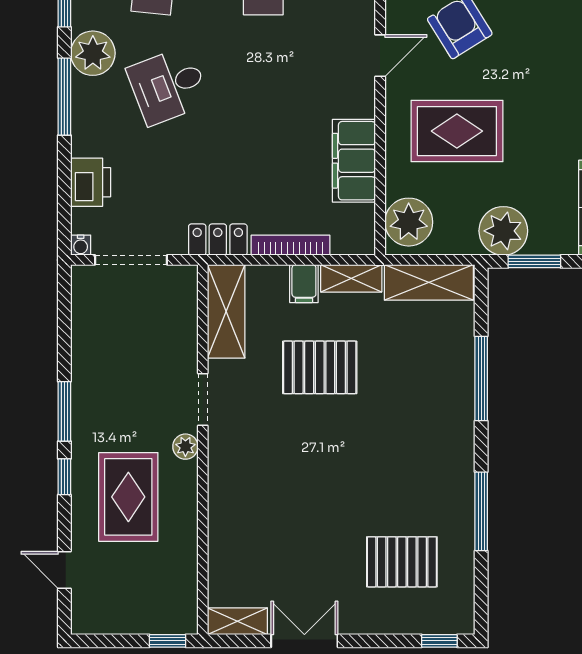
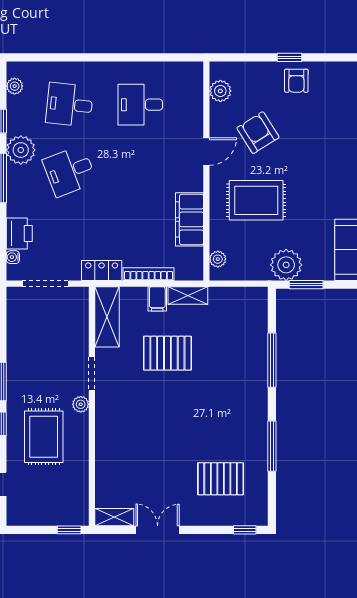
plant: (409, 222) -> (218, 259), width x0.53, depth x0.53
water cooler: (81, 245) -> (13, 257), moved, turned 90
shelving: (429, 282) -> (238, 298), removed

